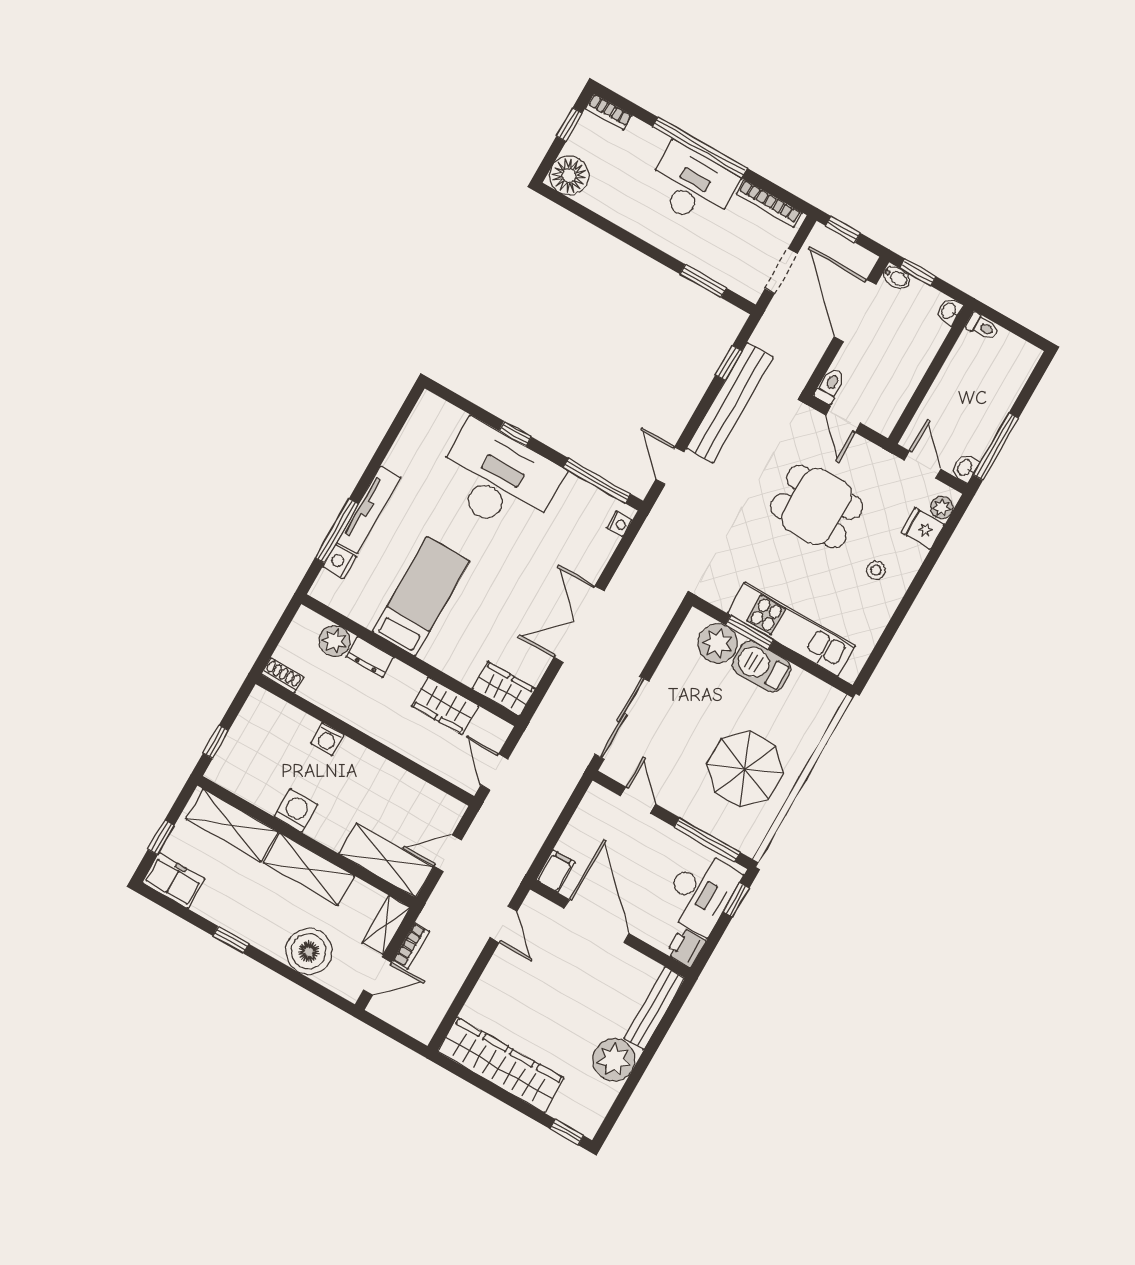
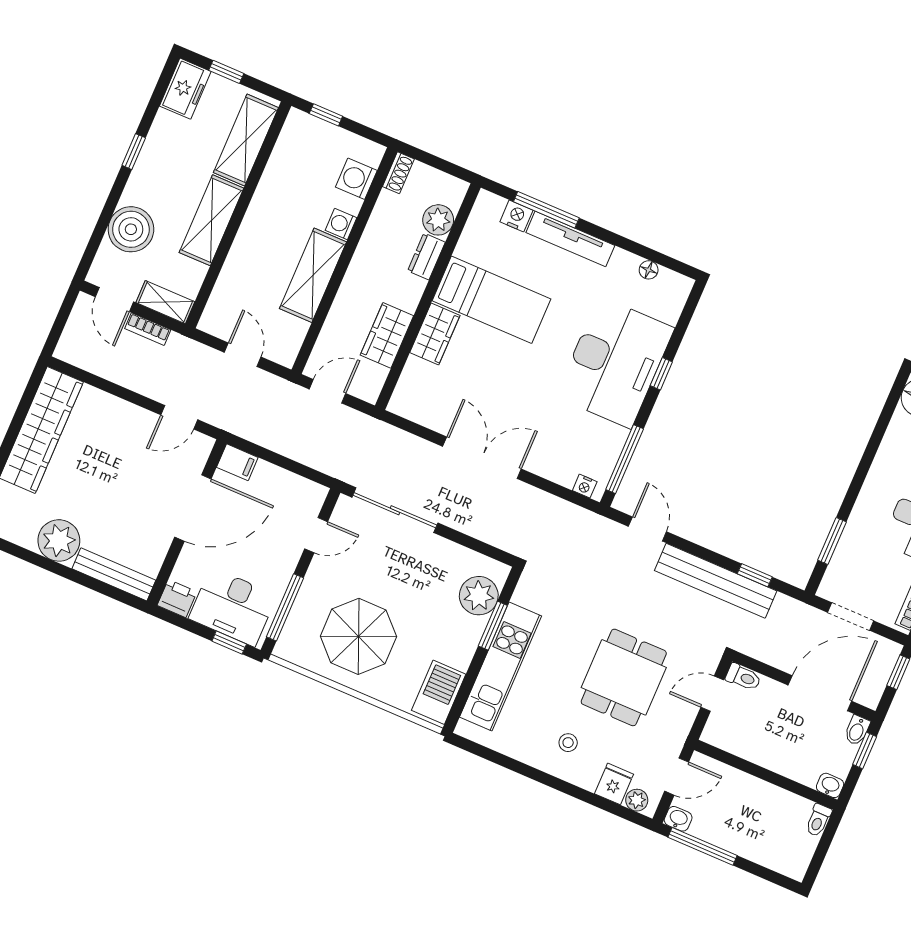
floor lamp: (409, 435) -> (649, 270), added
door: (670, 466) -> (647, 529), hinge flipped
barbecue: (761, 667) -> (439, 692), moved
wardrobe: (504, 689) -> (435, 334), moved
washing machine: (296, 811) -> (356, 179), moved, turned 180
shelving: (386, 860) -> (313, 275), moved

